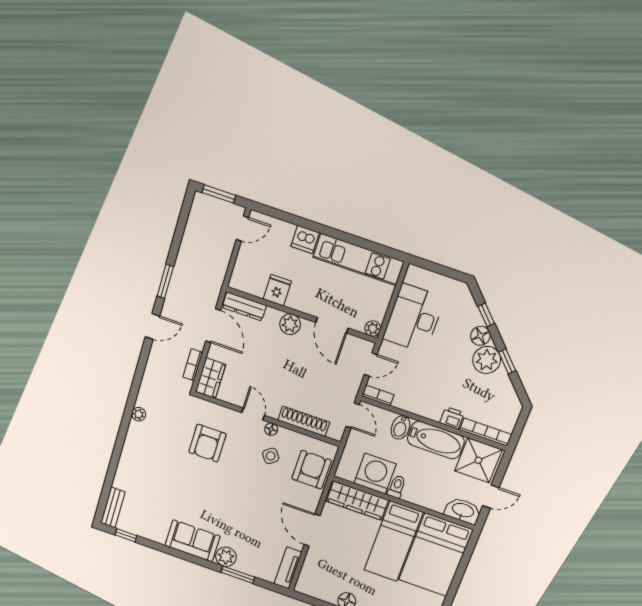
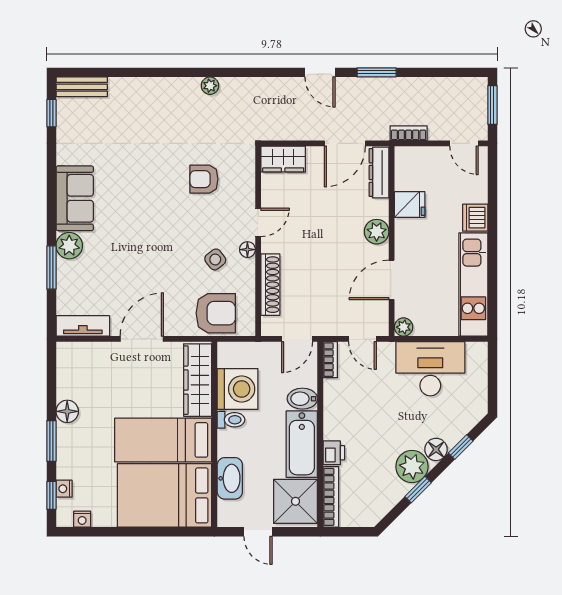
bookcase: (193, 365) -> (409, 133), moved
armchair: (207, 443) -> (204, 179), width x0.72, depth x0.72
washbasin: (463, 511) -> (230, 478), moved

